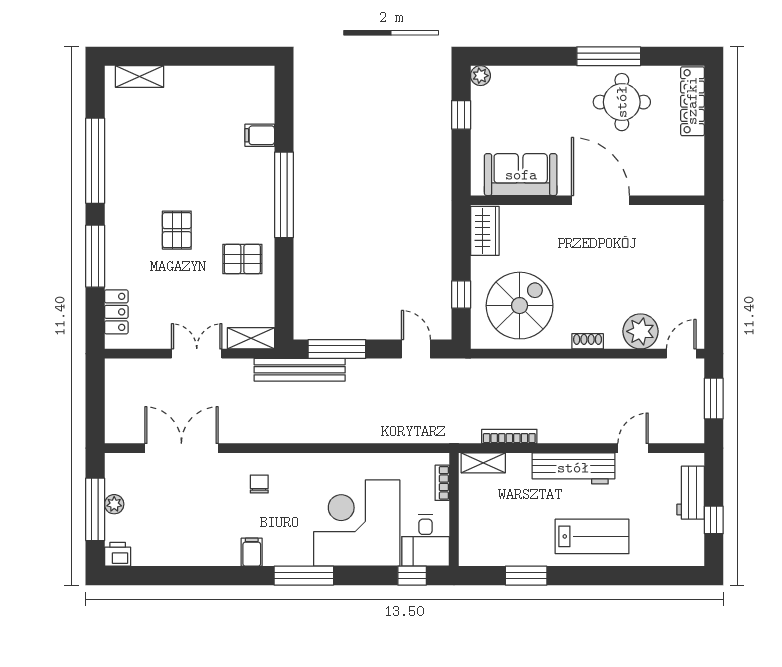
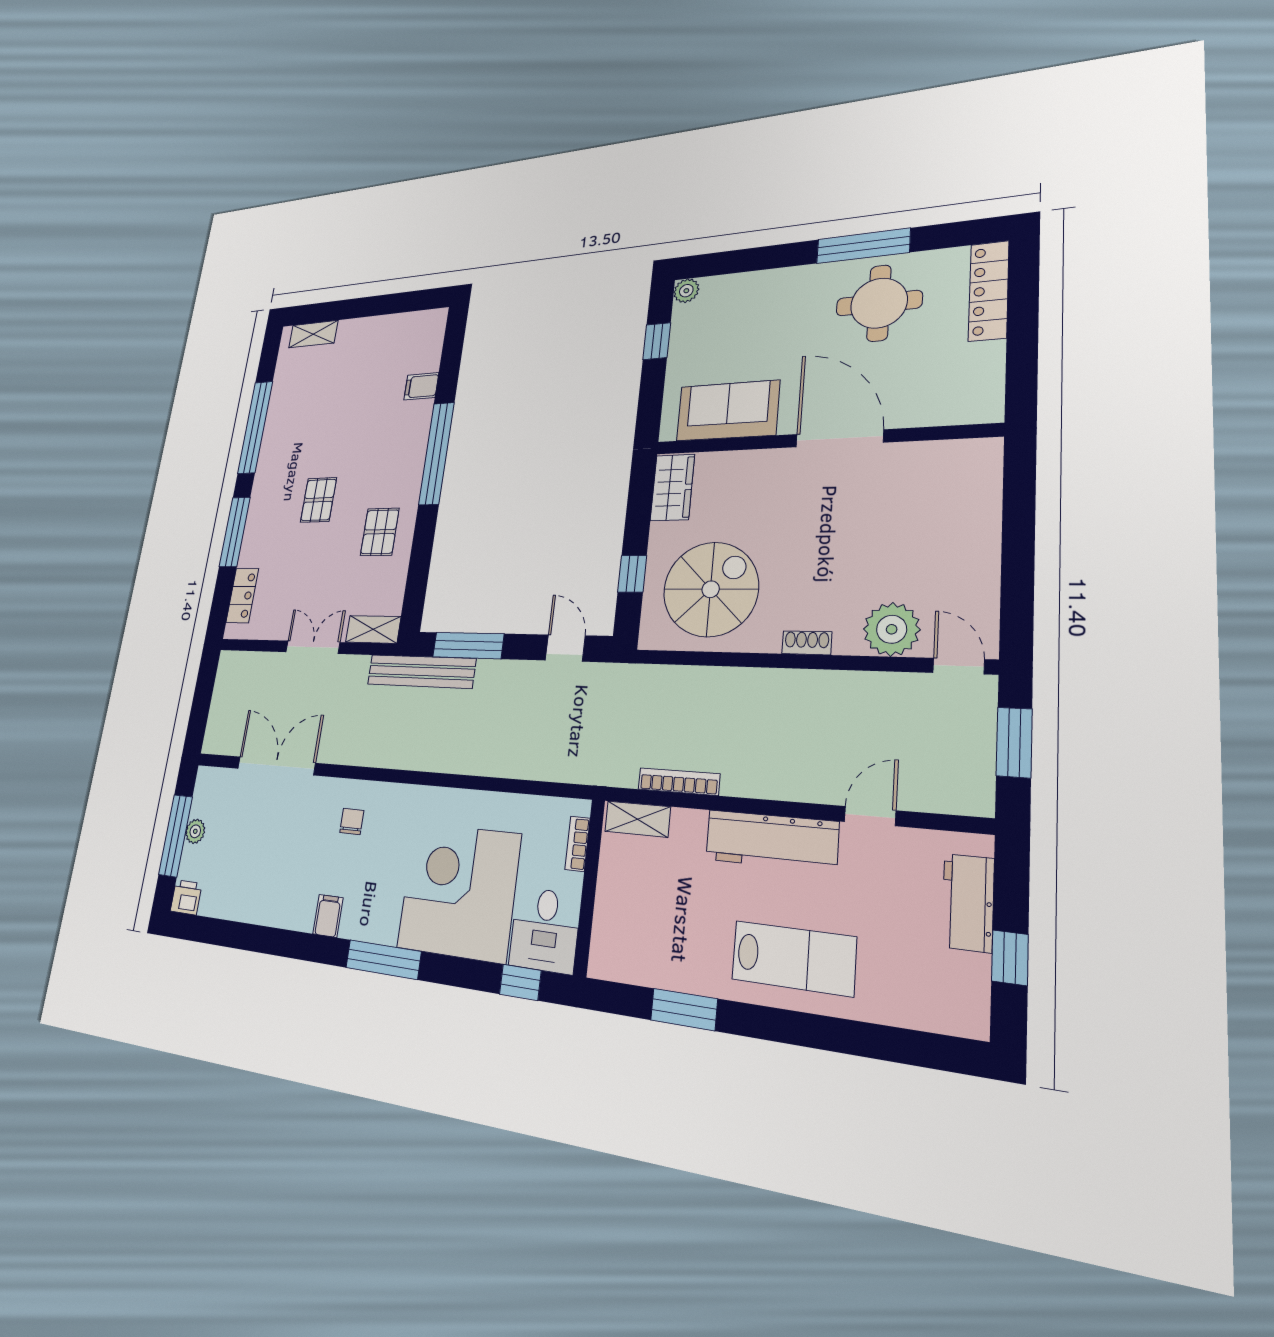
pallet: (242, 259) -> (380, 532), turned 90
door: (681, 354) -> (959, 666), hinge flipped

